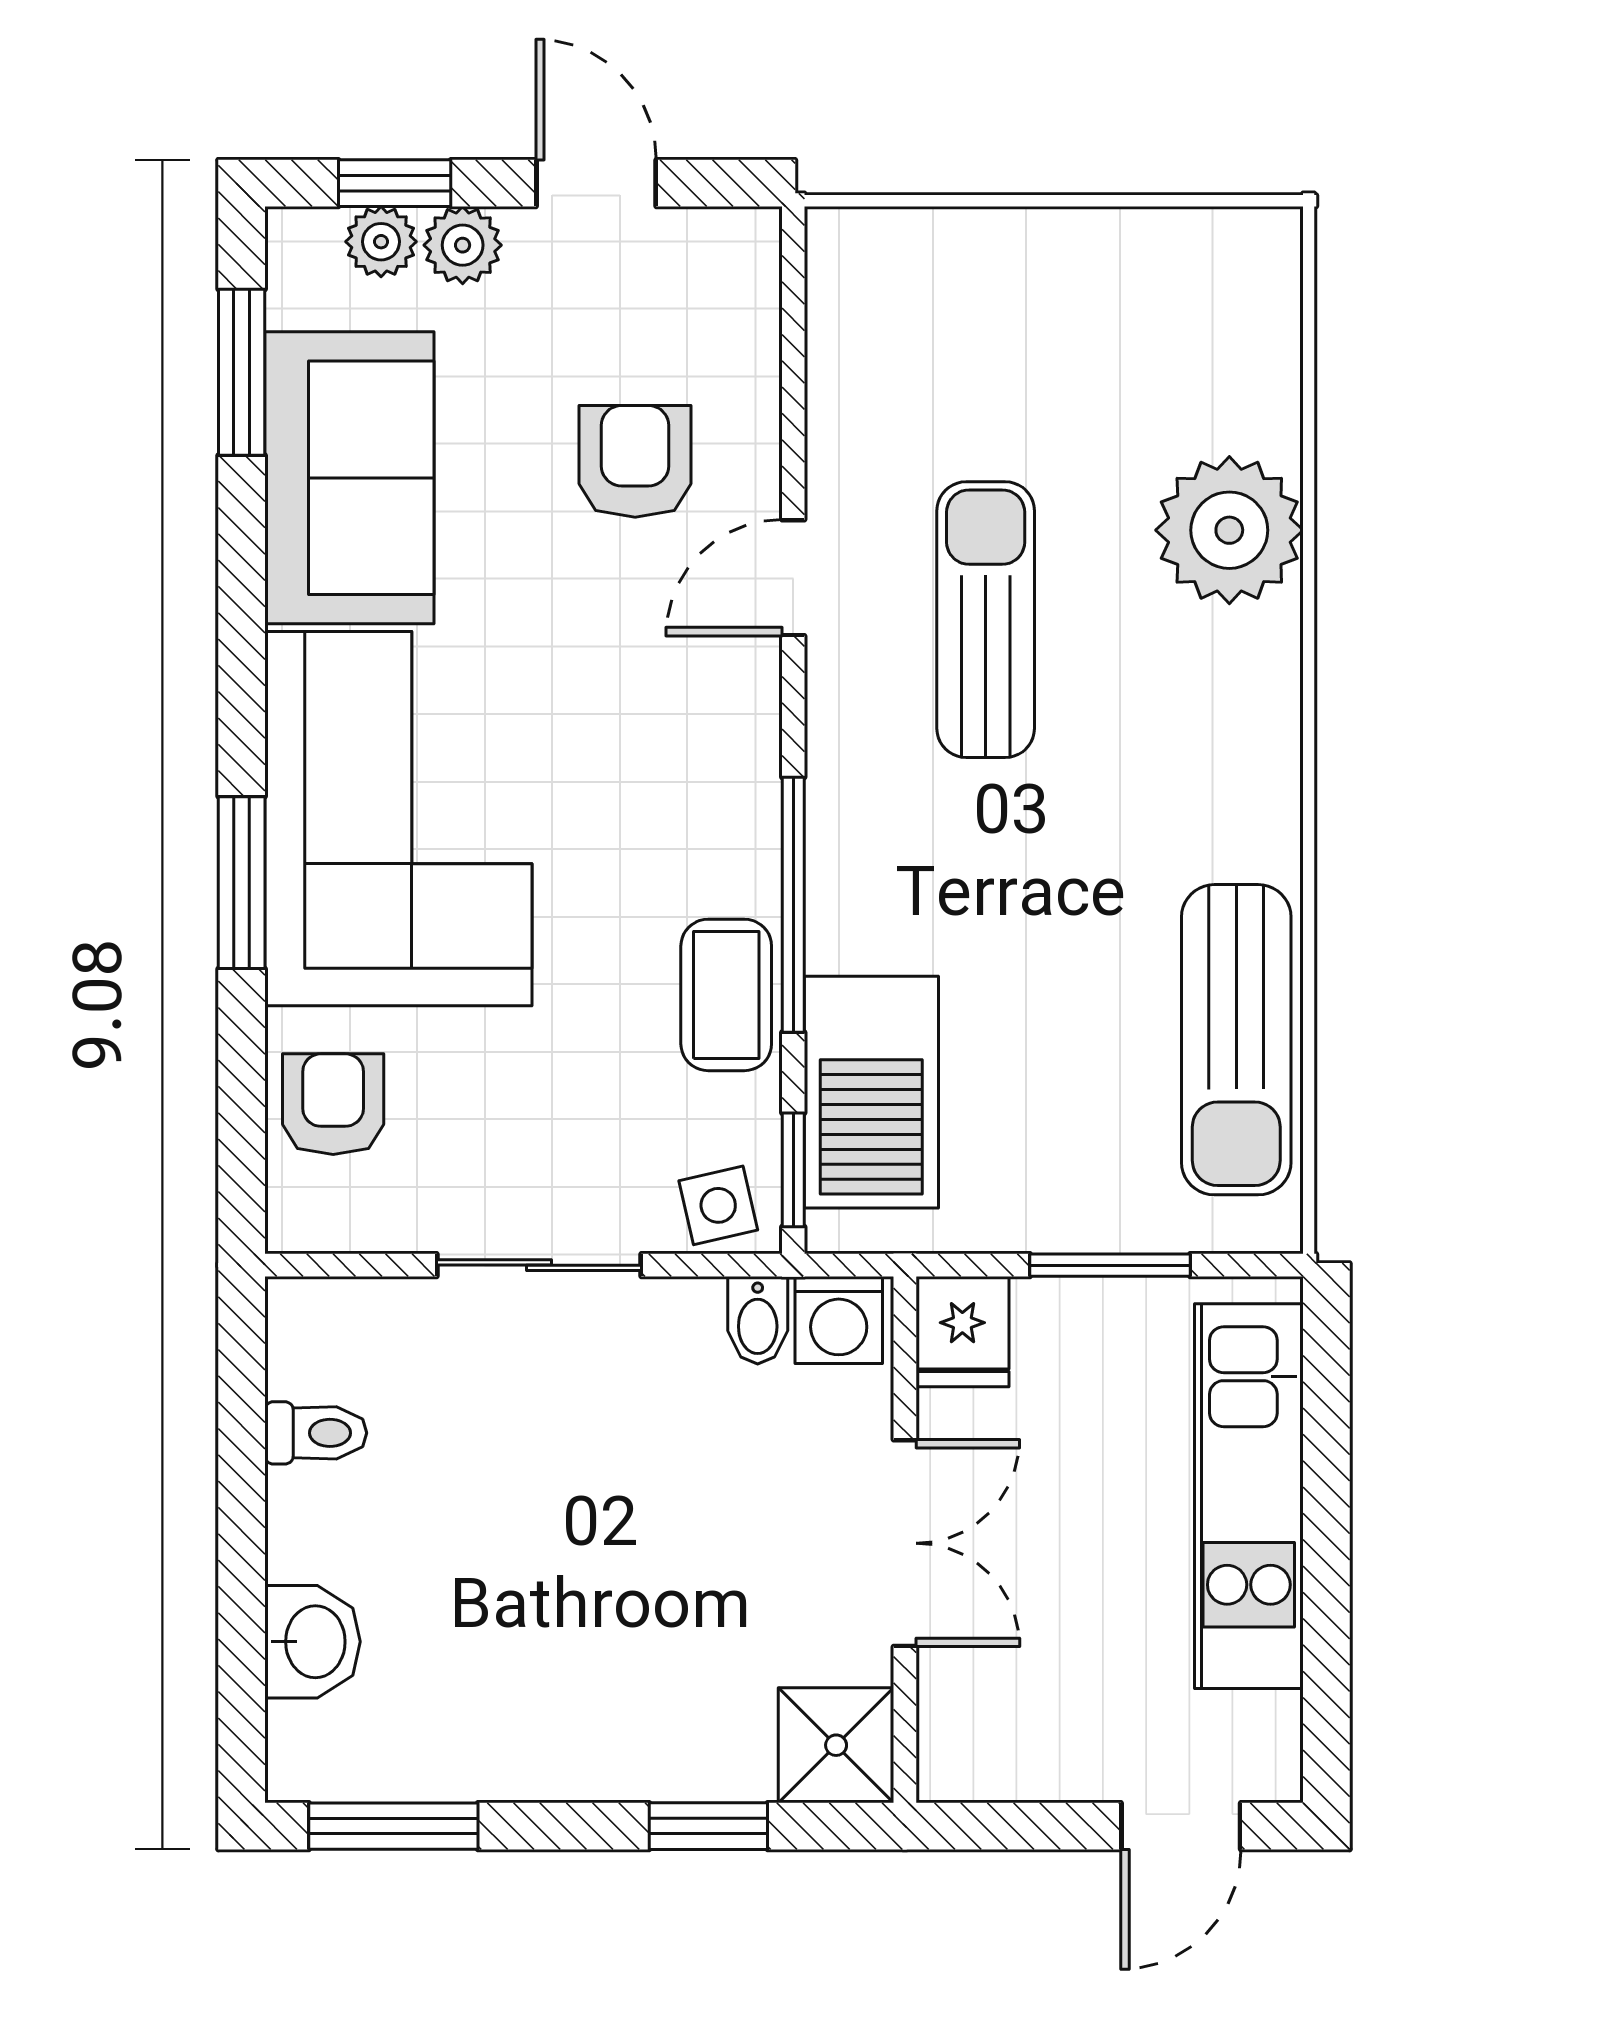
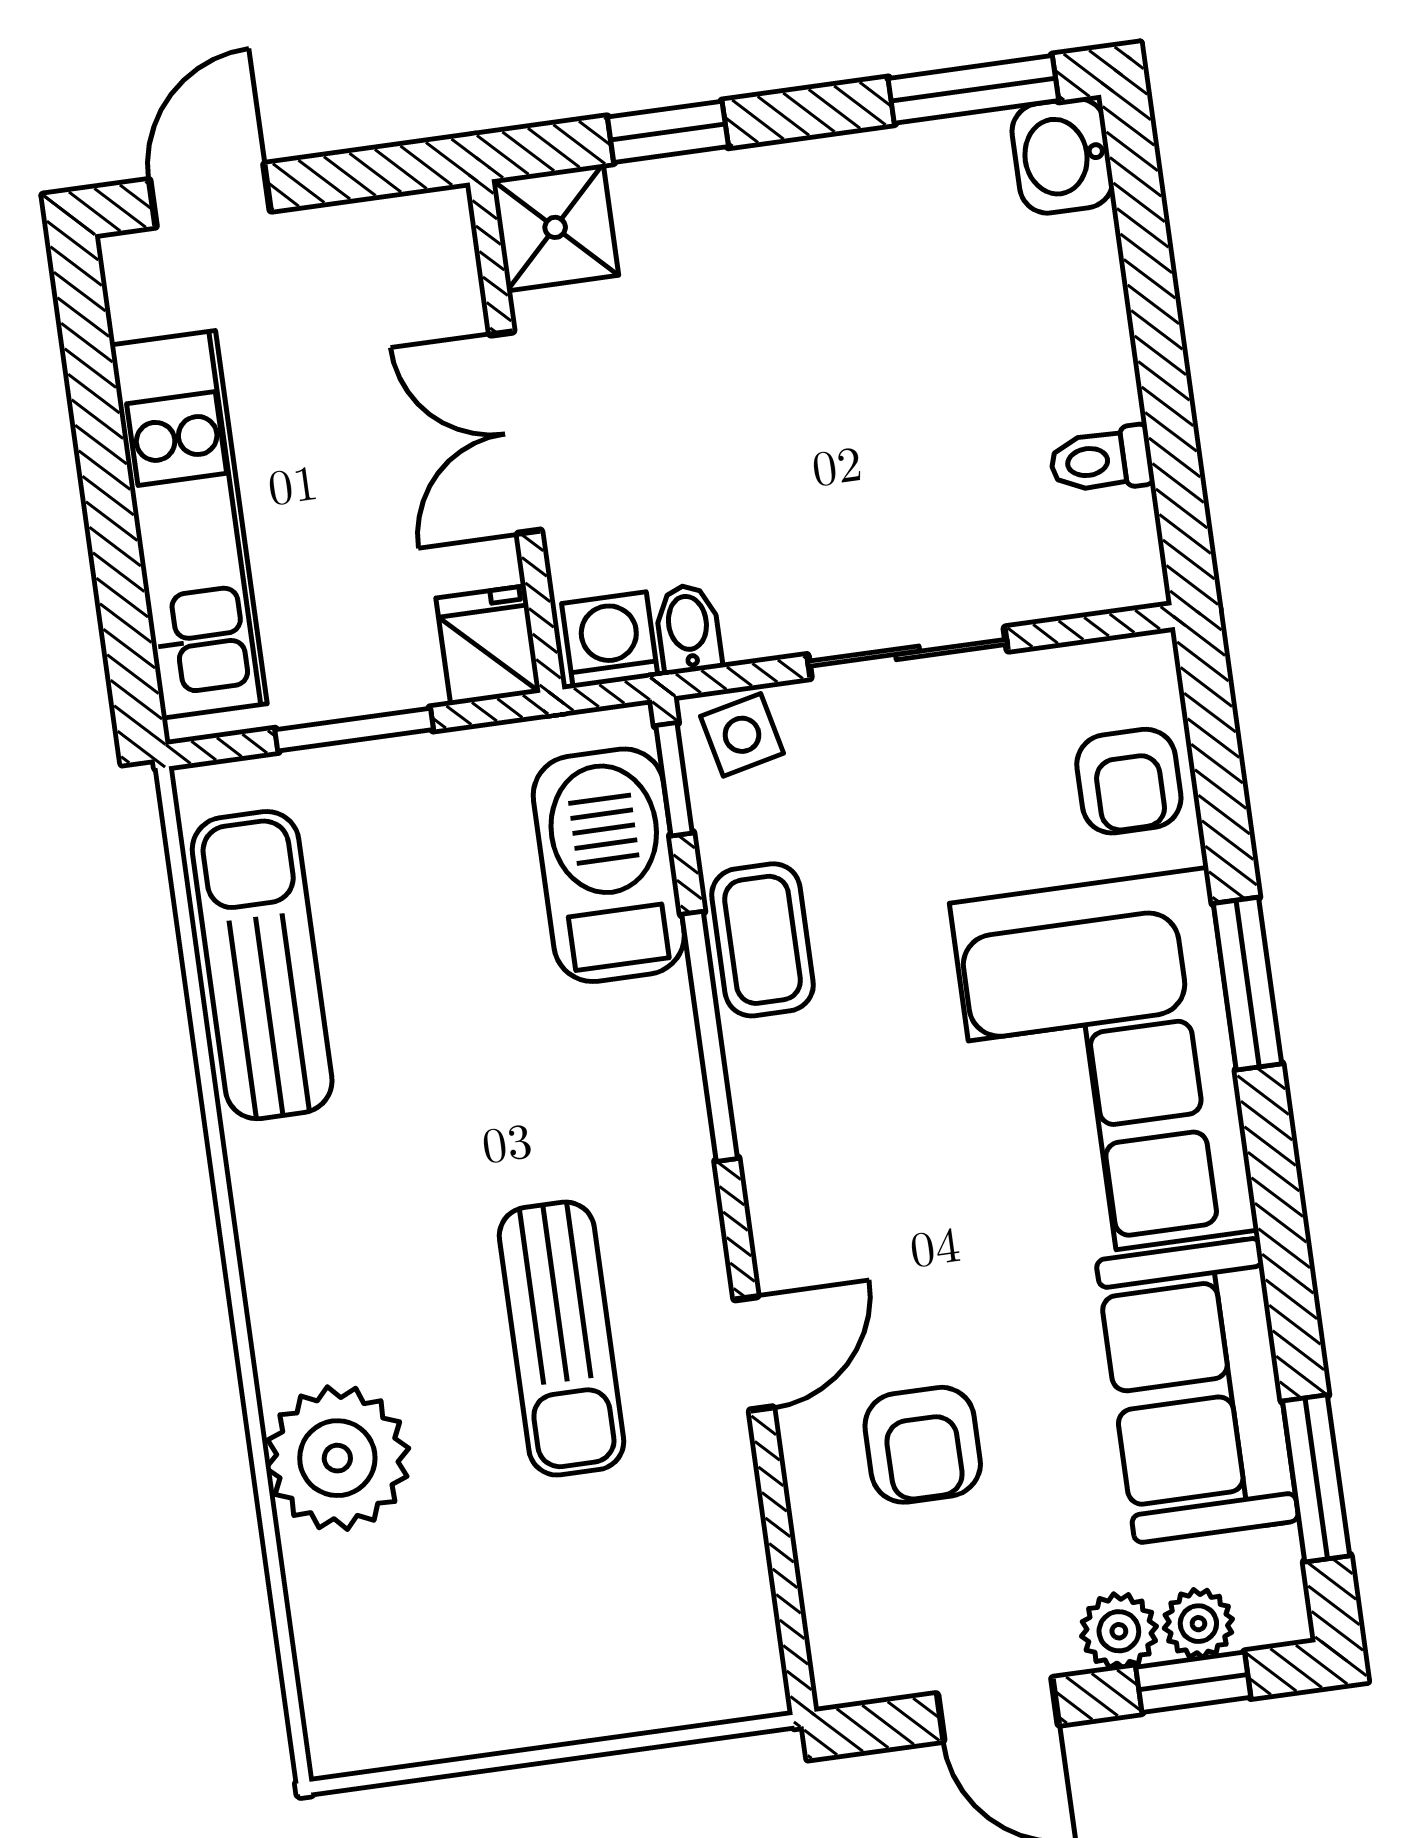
washbasin: (313, 1642) -> (1062, 156), moved

